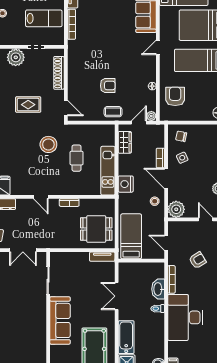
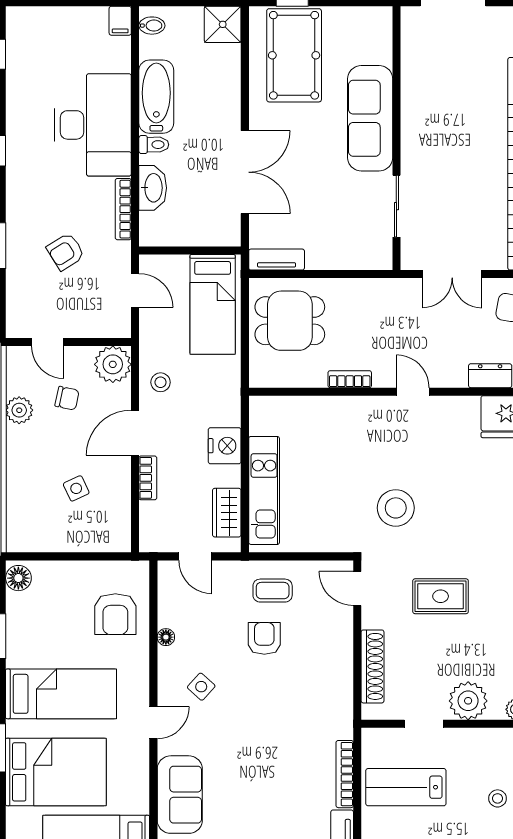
side table: (136, 64) -> (201, 687), added
armchair: (108, 86) -> (264, 638), turned 90
coffee table: (113, 112) -> (273, 591), moved
plant: (151, 116) -> (168, 571), removed
door: (139, 123) -> (195, 556), hinge flipped
chair: (181, 136) -> (67, 398), moved
cafe table: (77, 158) -> (334, 478), removed
side table: (182, 158) -> (76, 488), moved
kitchen unit: (108, 171) -> (264, 490), moved
door: (166, 178) -> (135, 433), swing flipped
nightstand: (126, 184) -> (225, 446), moved
double door: (23, 250) -> (452, 274), swing flipped
double door: (117, 296) -> (245, 172), width x1.37
bathtub: (126, 337) -> (156, 97), moved, turned 180

